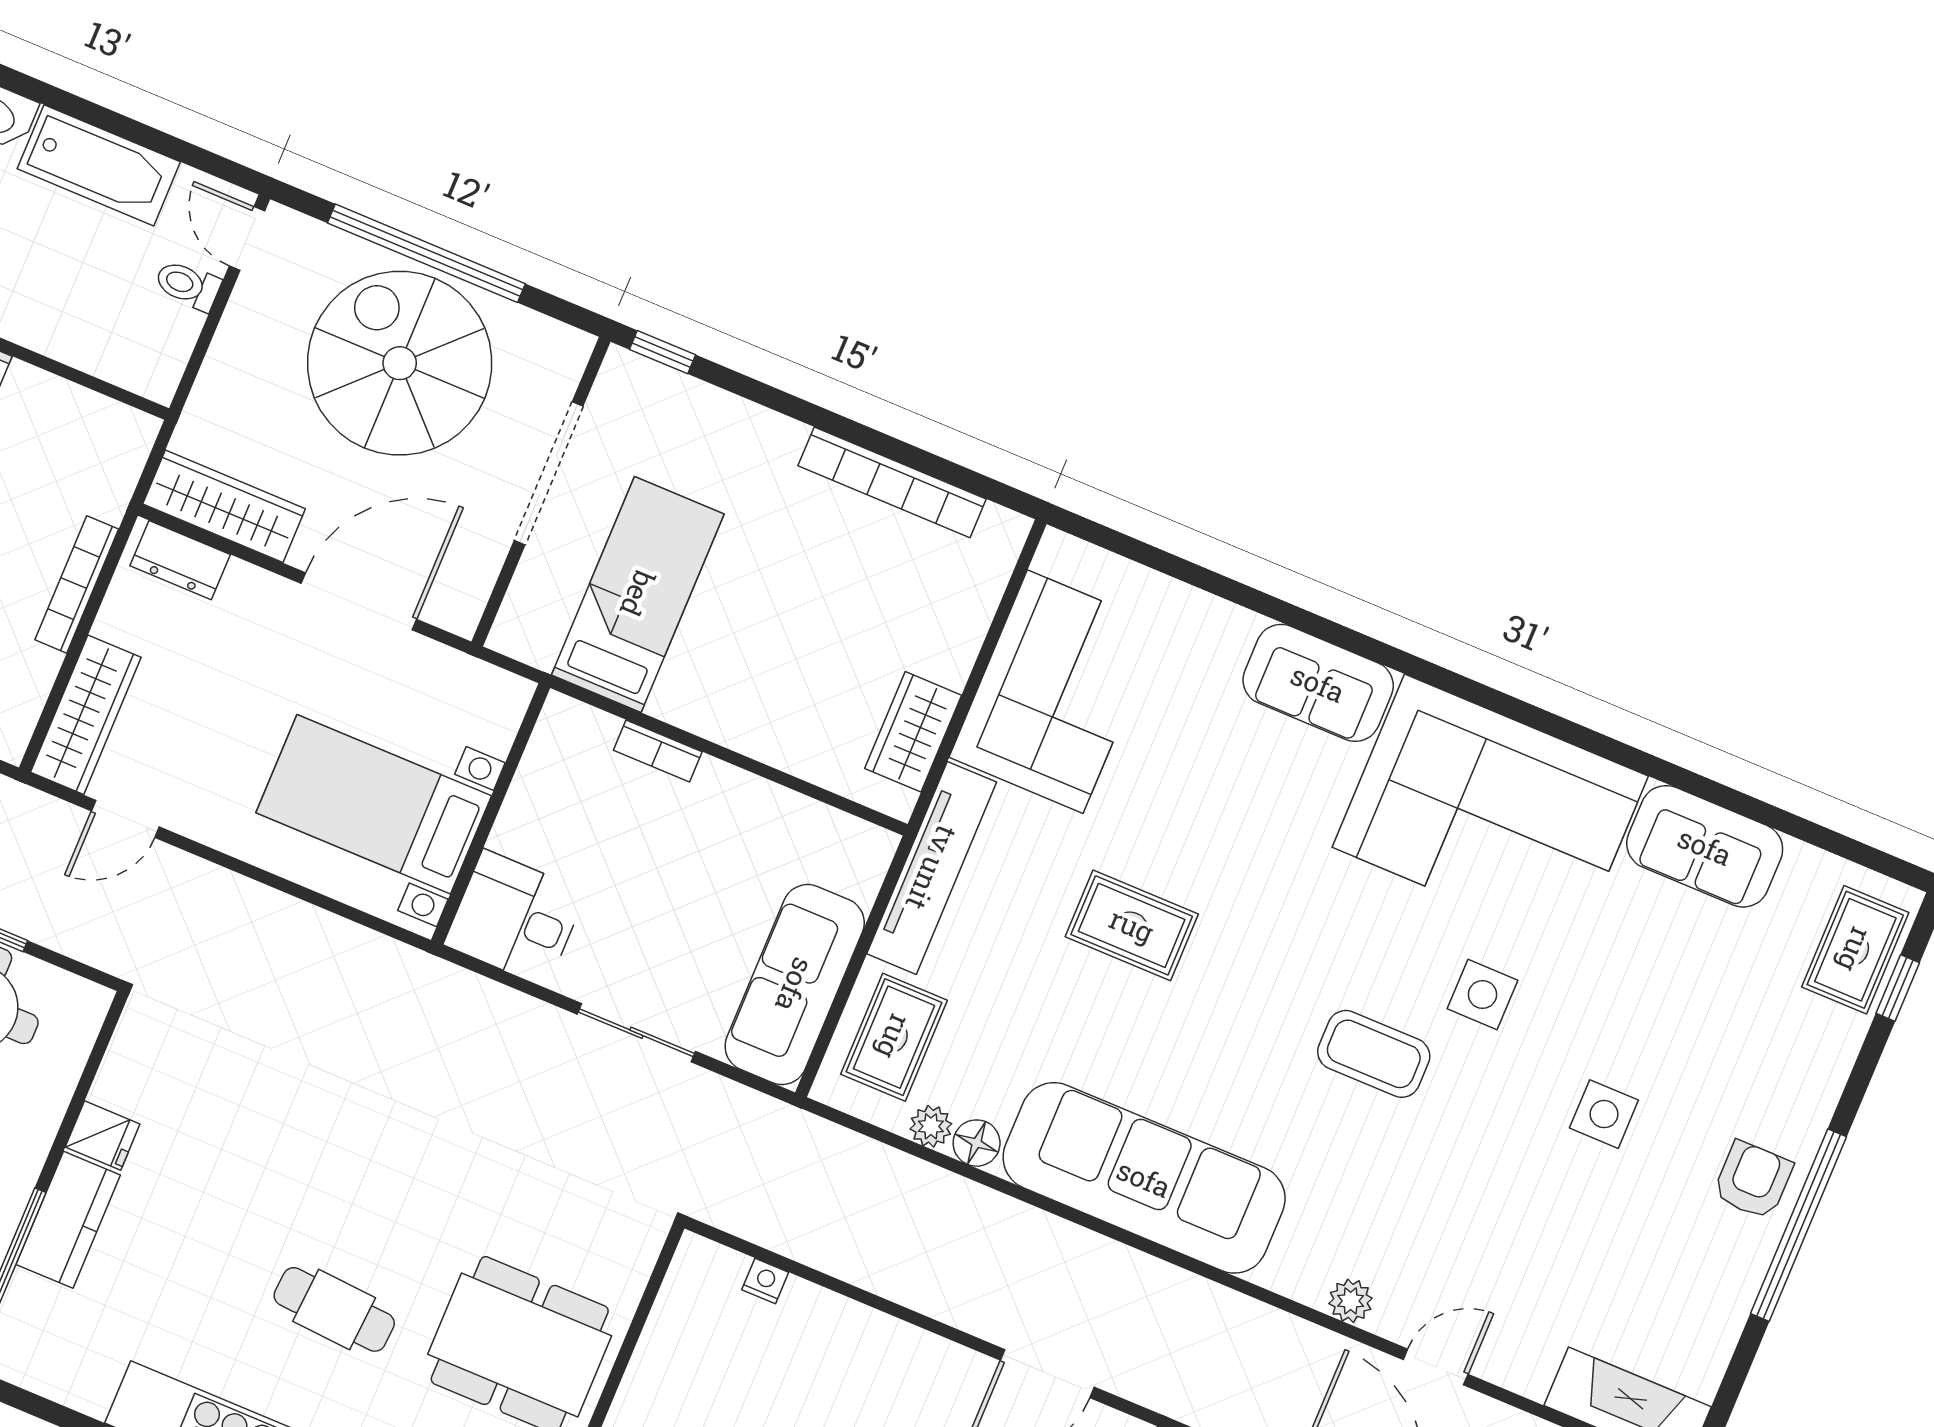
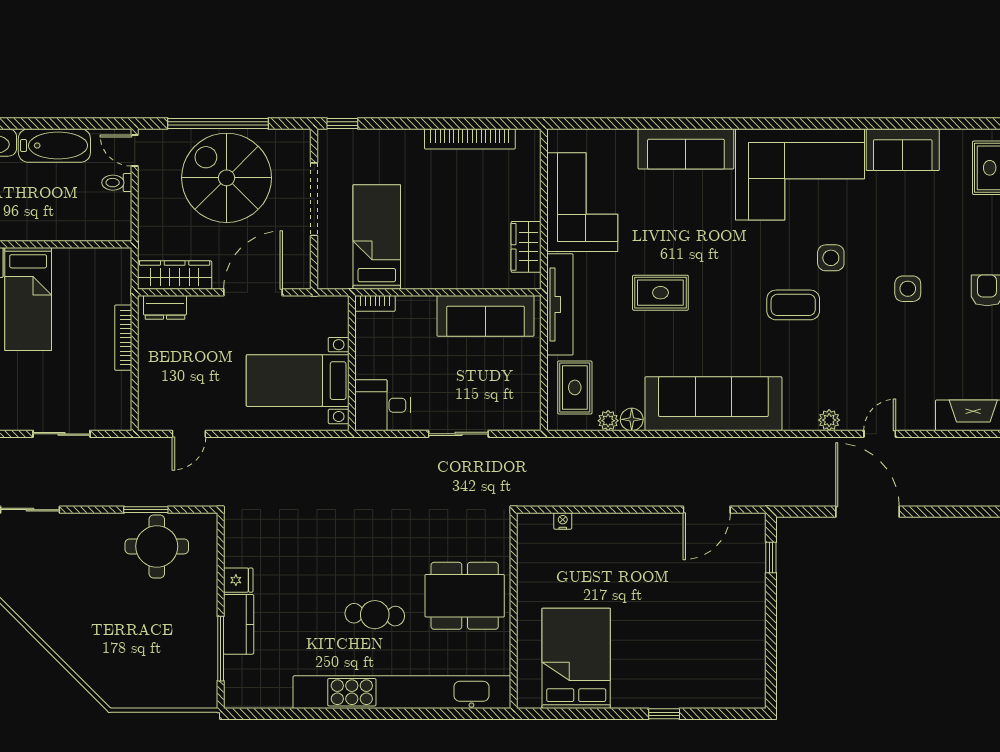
sofa: (1318, 683) -> (686, 149), width x1.36
wardrobe: (86, 715) -> (152, 395), removed
bookcase: (658, 751) -> (375, 303), moved
sofa: (795, 985) -> (485, 316), moved, turned -90

